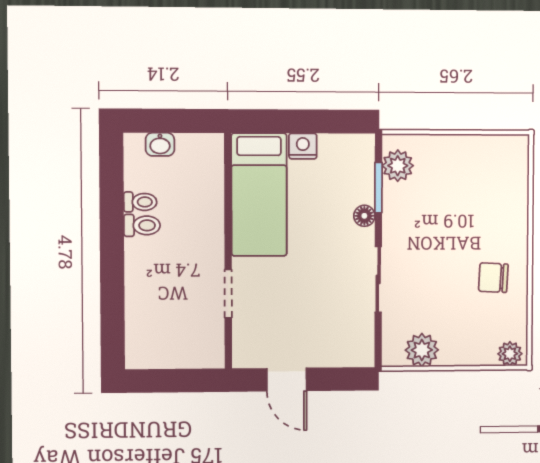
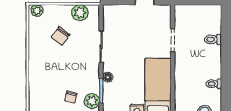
chair: (442, 174) -> (71, 97), added
toilet: (142, 225) -> (213, 39), moved
chair: (493, 278) -> (61, 36), moved, turned 124

